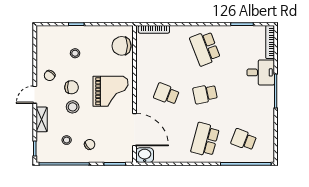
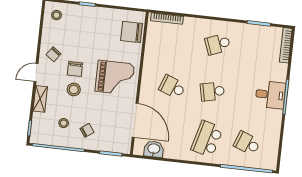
school desk: (205, 48) -> (218, 44), width x0.54
stool: (75, 53) -> (57, 15), moved
desk: (261, 72) -> (270, 95), moved
chair: (72, 87) -> (75, 69), turned 90
washbasin: (145, 155) -> (154, 149), moved

